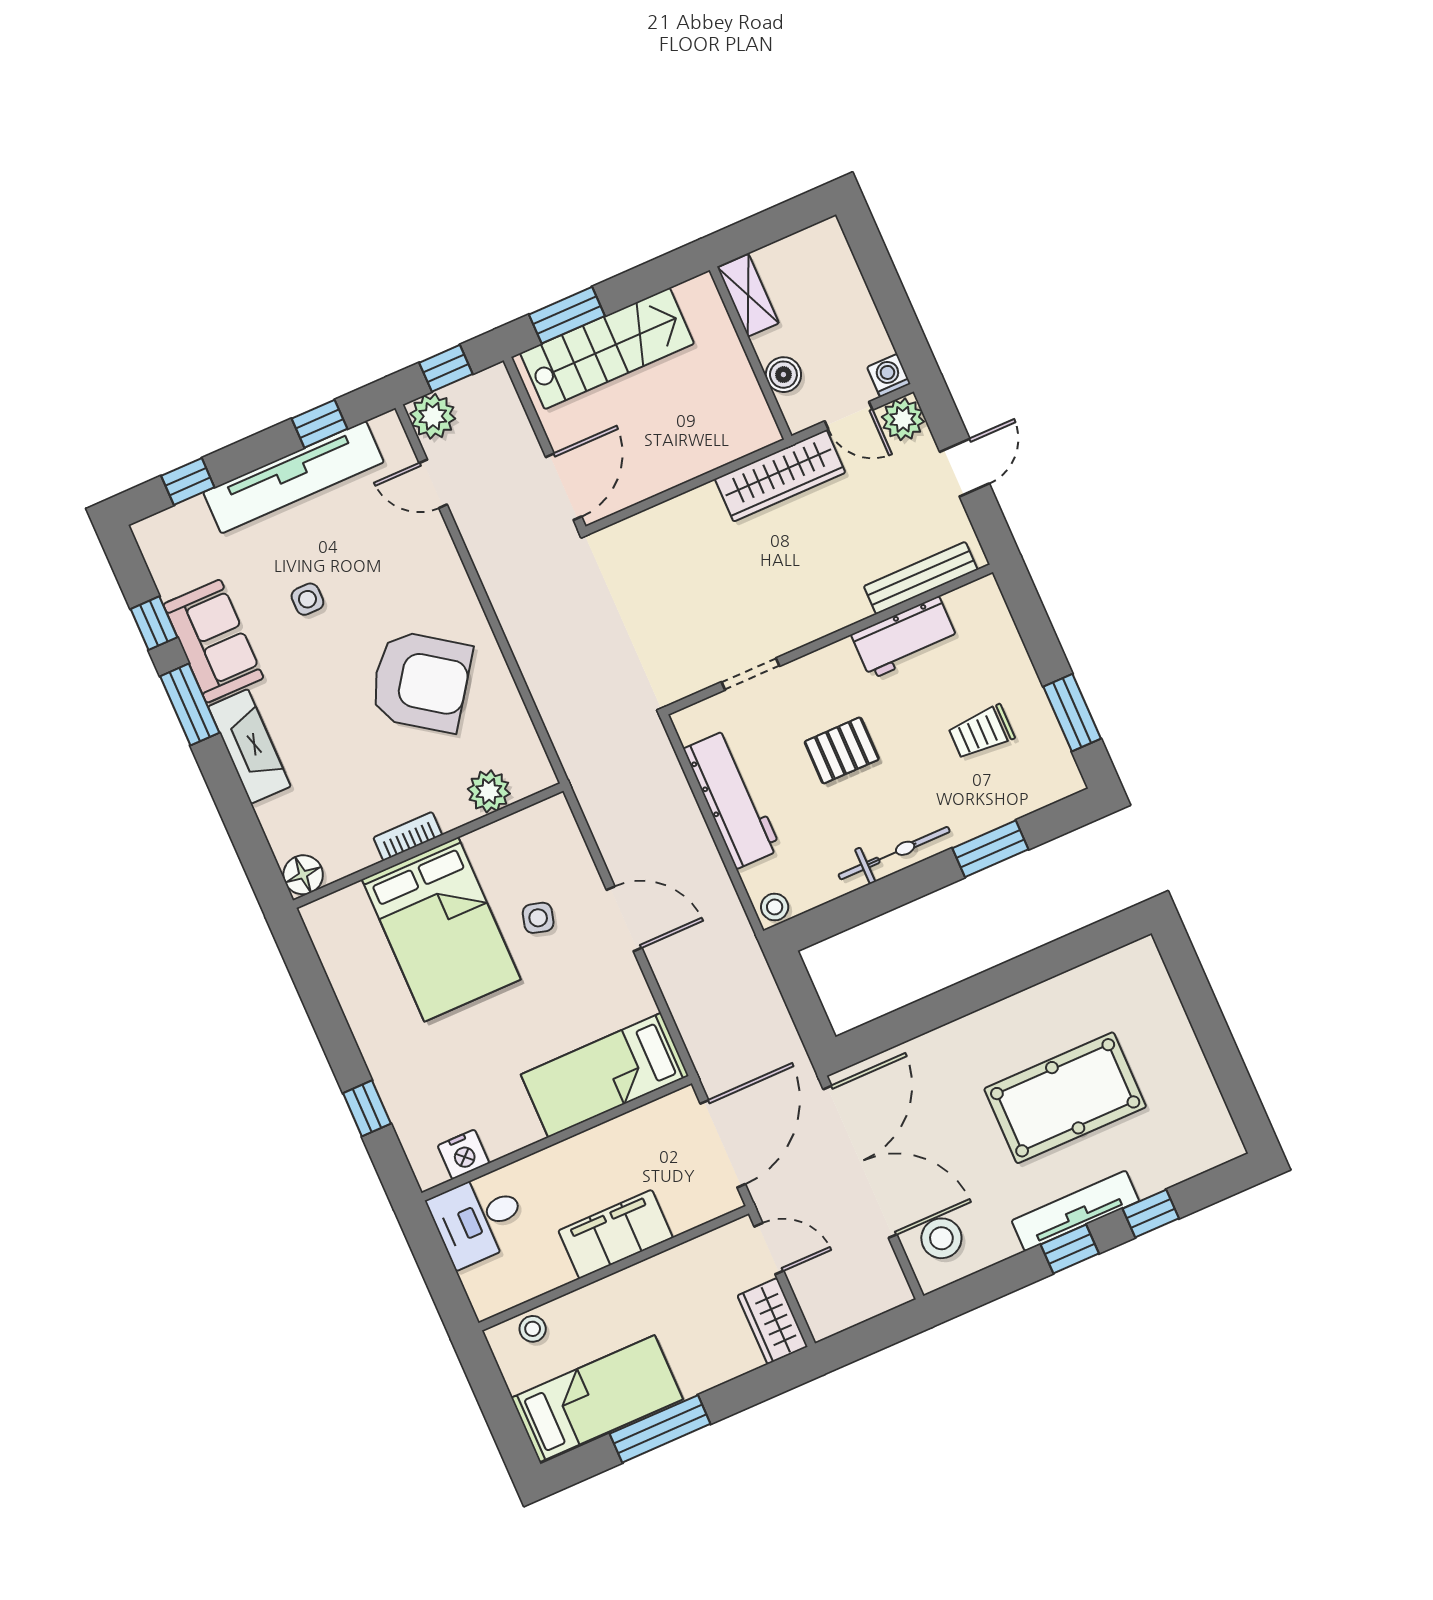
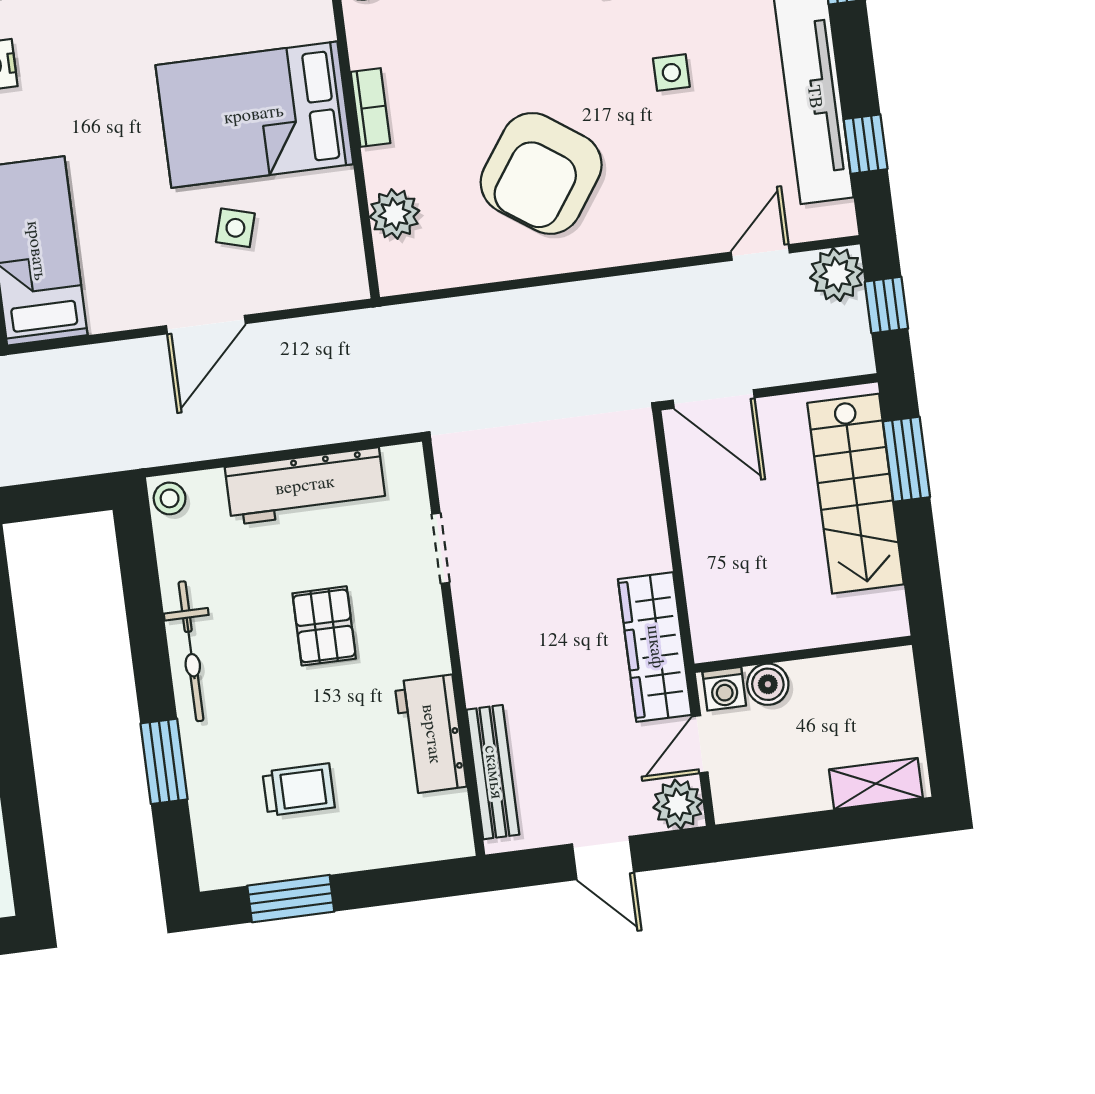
shelving: (748, 295) -> (876, 784), moved
washing machine: (889, 375) -> (724, 689), moved, turned 90
trolley: (981, 732) -> (299, 790), turned 90

